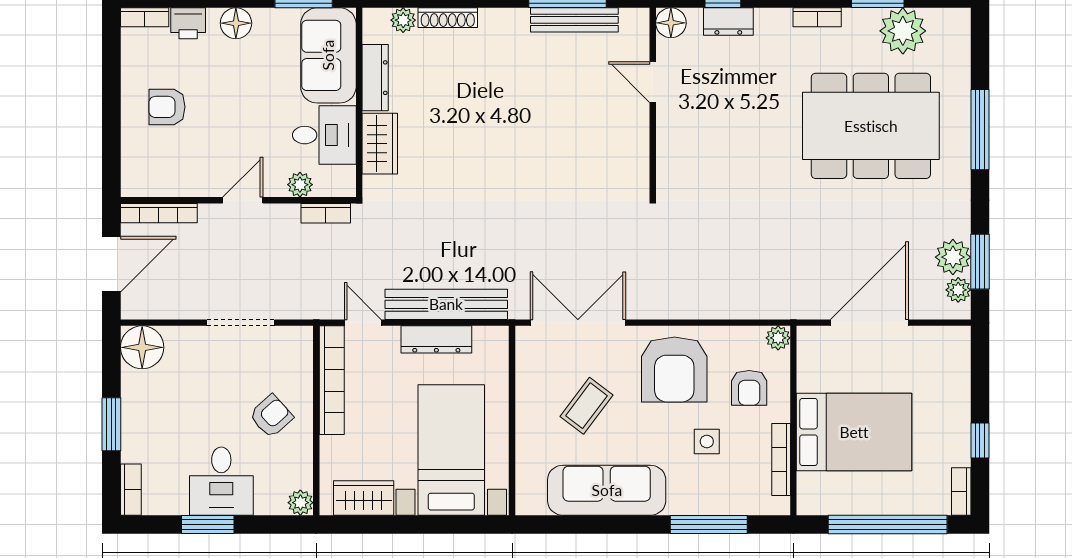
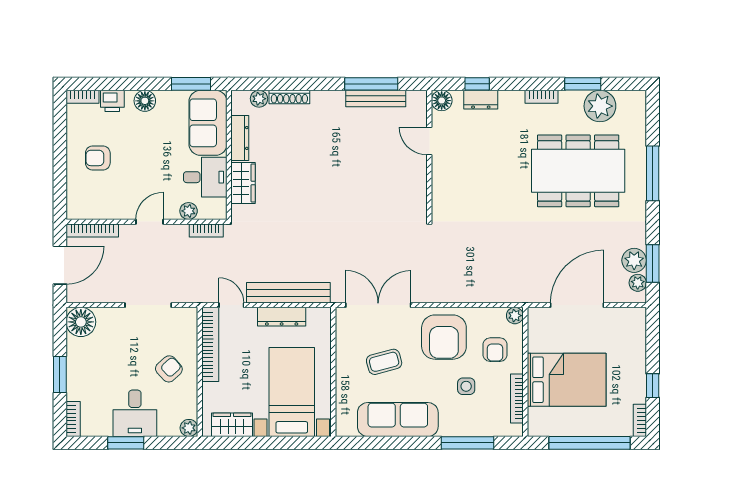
coffee table: (586, 406) -> (384, 362), turned 38

